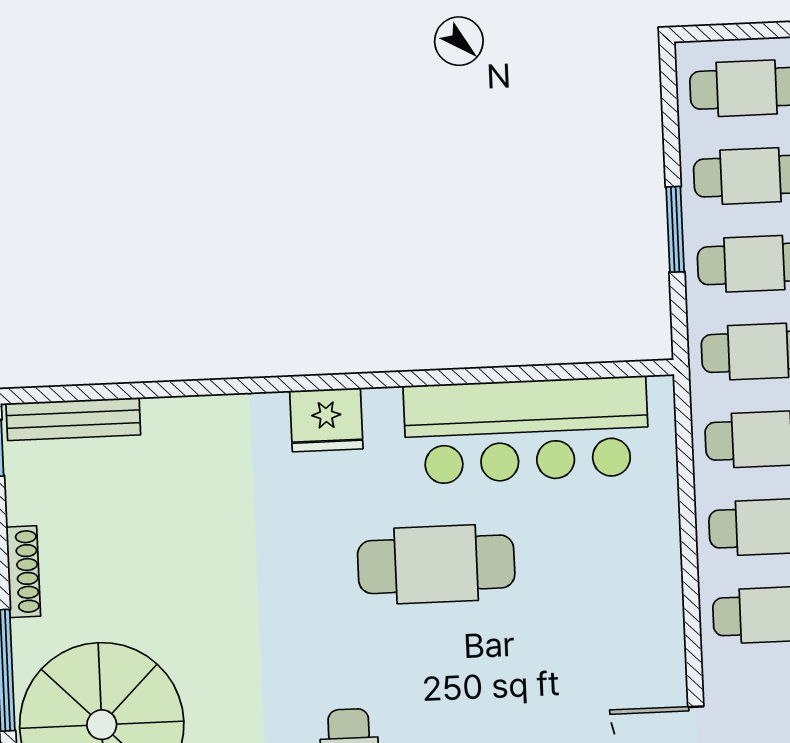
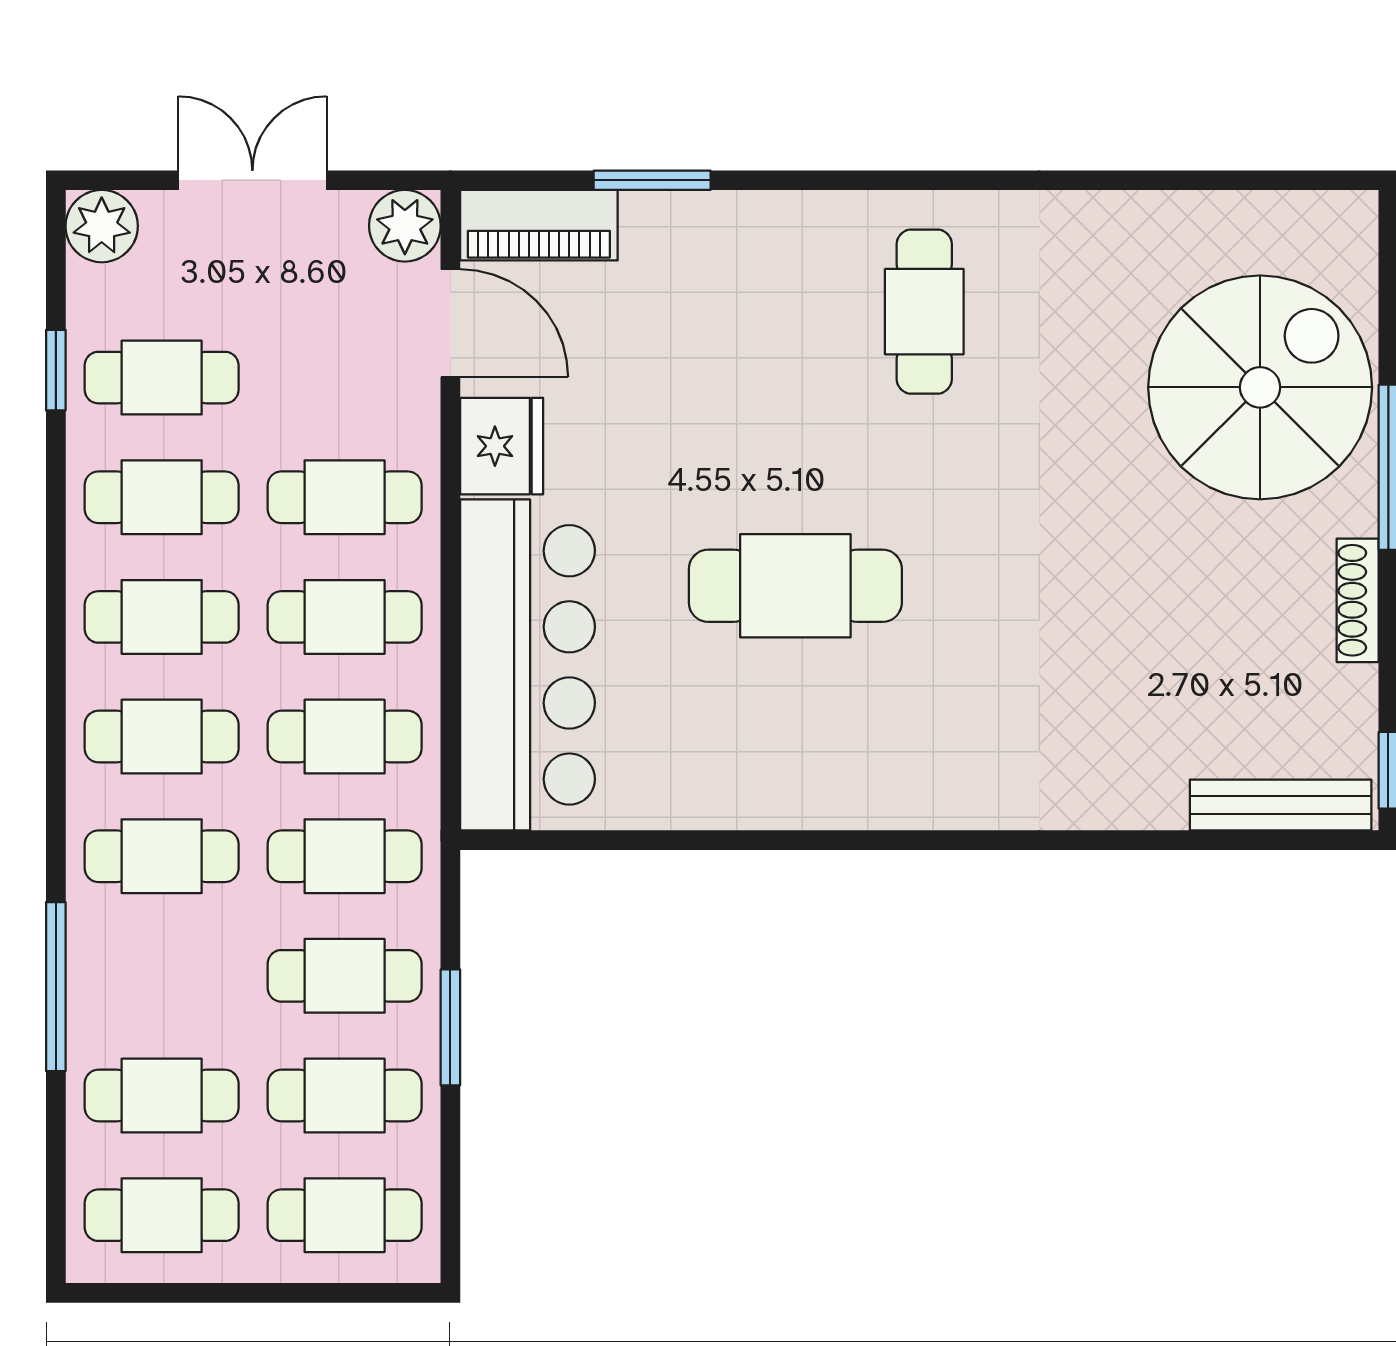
fridge: (326, 420) -> (502, 446), moved, turned 90
bar counter: (526, 430) -> (528, 665), moved, turned 90

